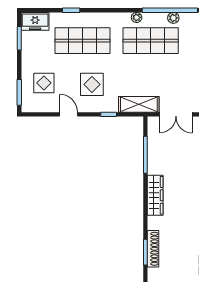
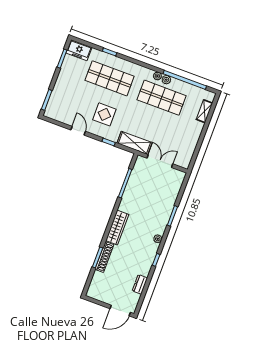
plant: (173, 18) -> (166, 80), moved
display table: (44, 83) -> (68, 100), removed
double door: (176, 114) -> (160, 161), swing flipped
wardrobe: (155, 195) -> (117, 228), moved

